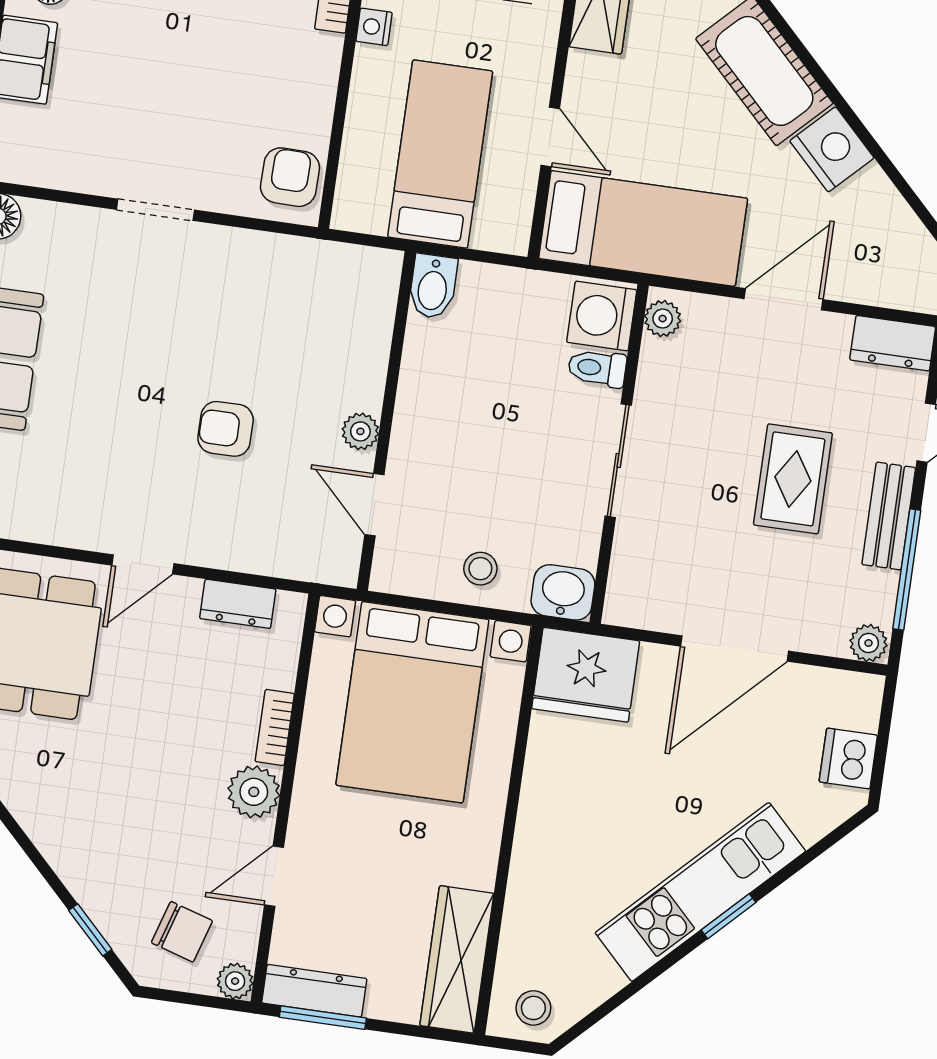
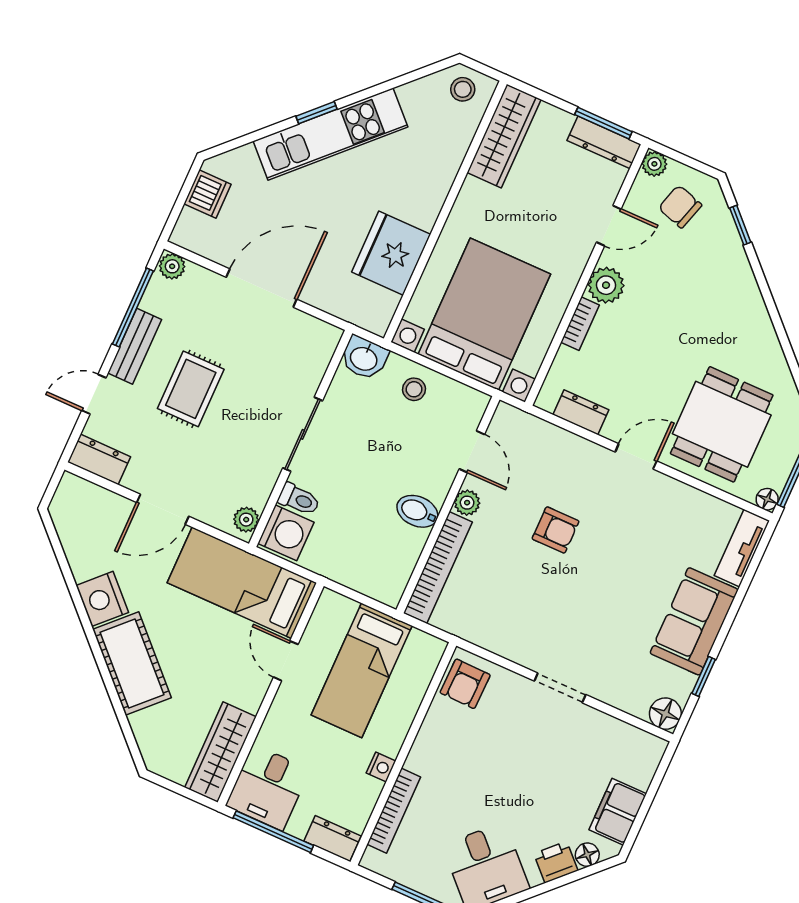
bidet: (433, 286) -> (417, 511), moved, turned -90
bookcase: (375, 329) -> (438, 567), added
fridge: (586, 675) -> (391, 253), moved, turned -90

